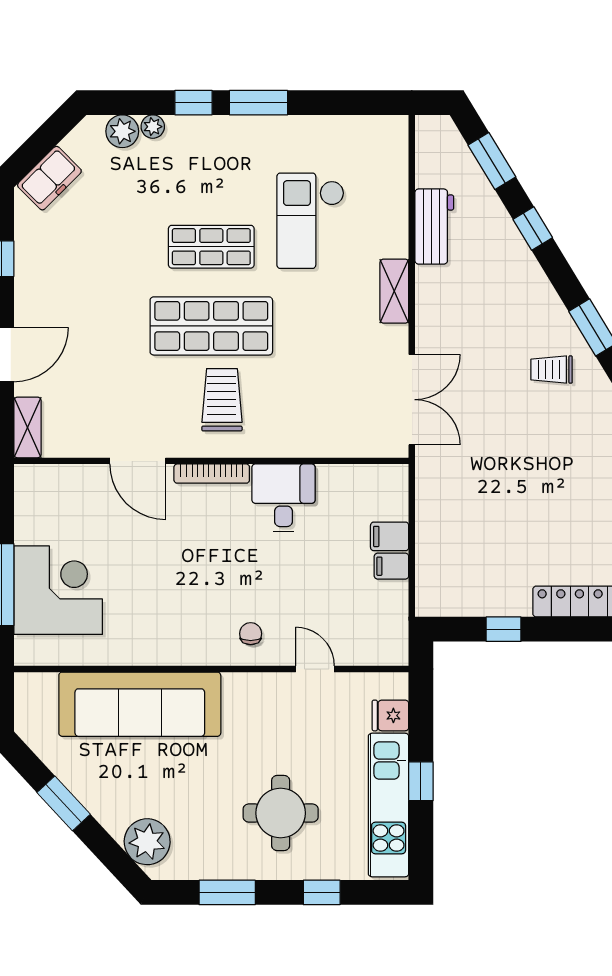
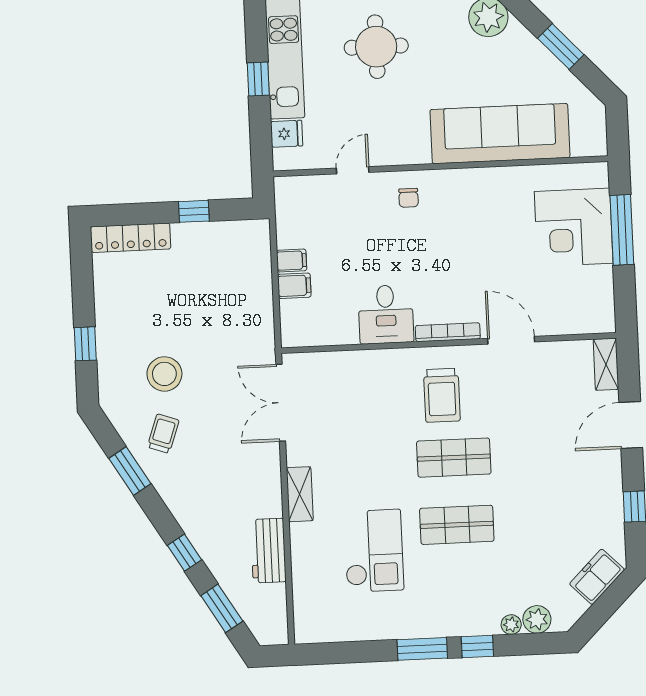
shop shelf: (211, 326) -> (454, 458), width x0.70, depth x0.74
trolley: (552, 370) -> (163, 434), turned -71
stool: (547, 440) -> (164, 374), added
door: (315, 669) -> (353, 170), swing flipped

